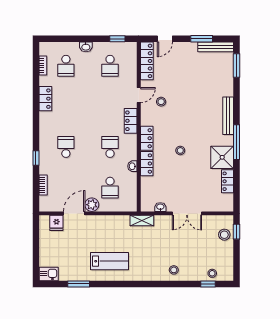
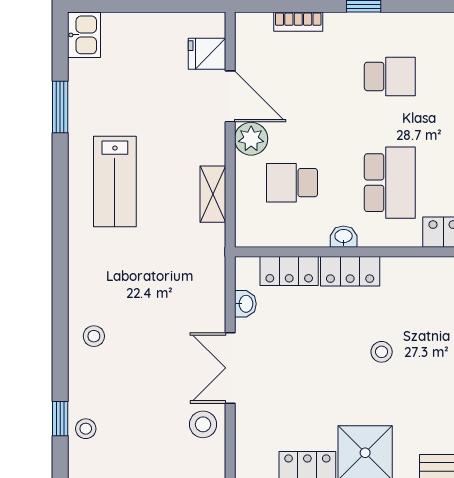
locker: (147, 138) -> (289, 271), moved
school desk: (110, 147) -> (390, 183), width x1.85
shelving: (142, 220) -> (213, 194), moved
stool: (224, 235) -> (203, 424), moved

